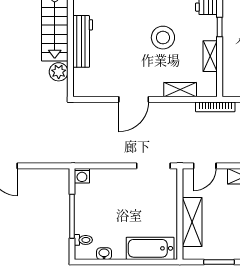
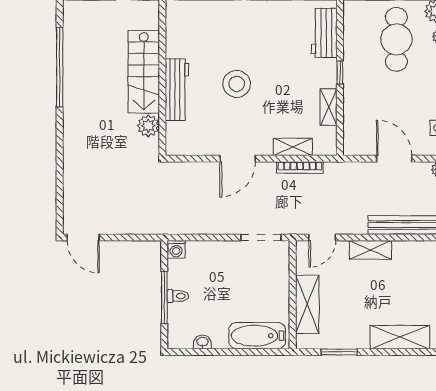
stool: (163, 38) -> (237, 84), moved
bookcase: (215, 107) -> (300, 167), moved
toilet: (83, 240) -> (178, 296), moved

